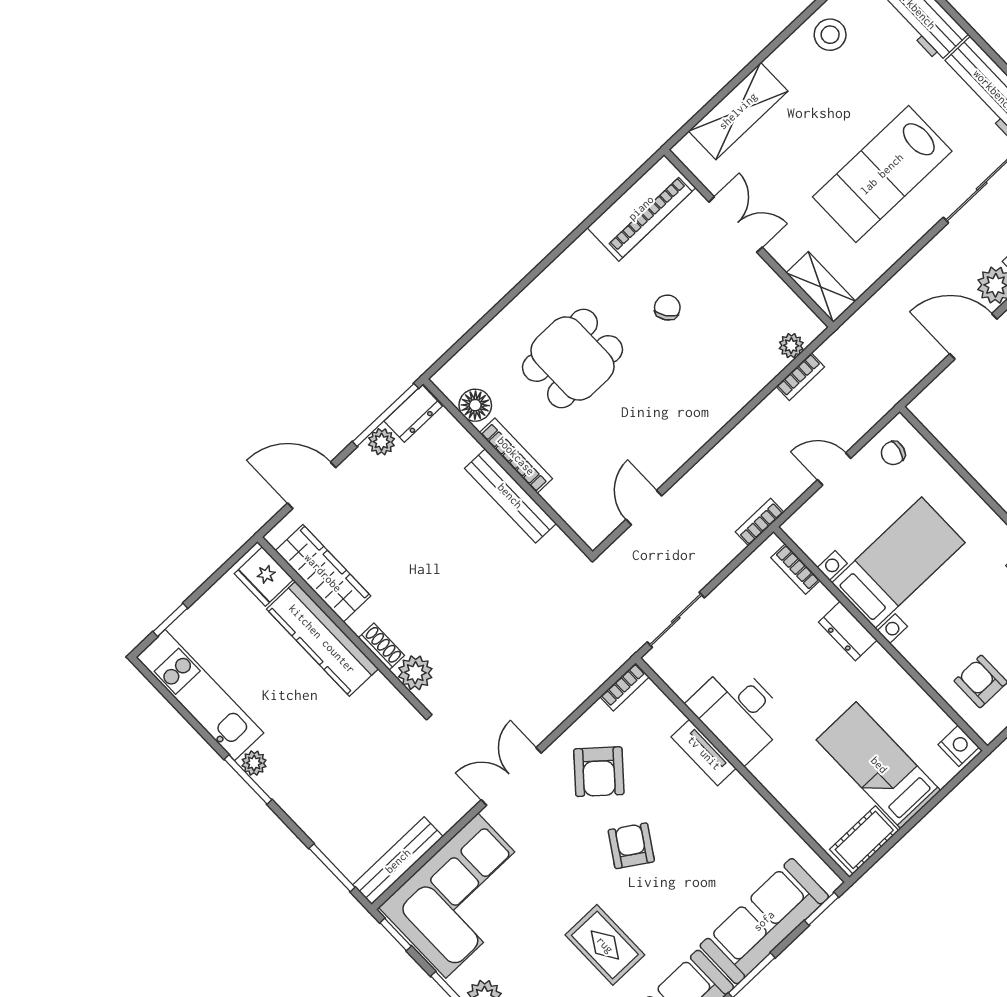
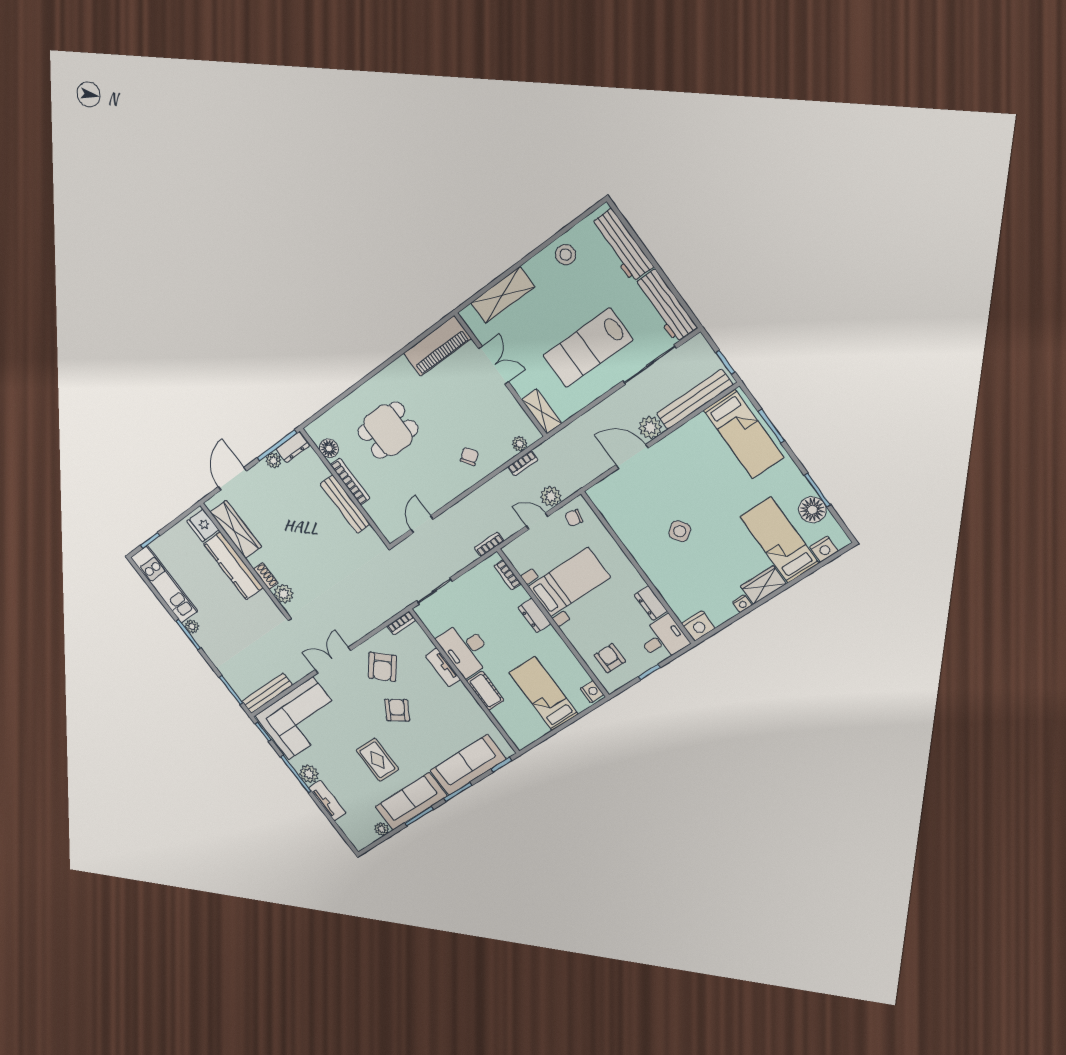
chair: (667, 308) -> (469, 456), moved
plant: (852, 424) -> (551, 496), added
door: (312, 485) -> (232, 479), hinge flipped
cot: (864, 840) -> (485, 691), moved, turned 90

